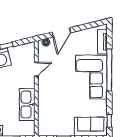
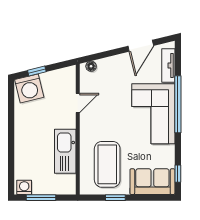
door: (61, 32) -> (141, 46), moved
coffee table: (58, 114) -> (107, 164), added

